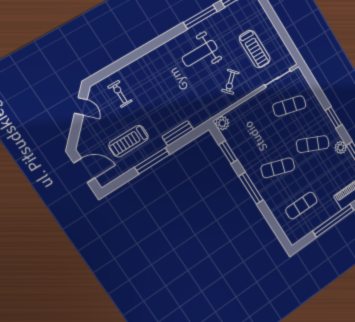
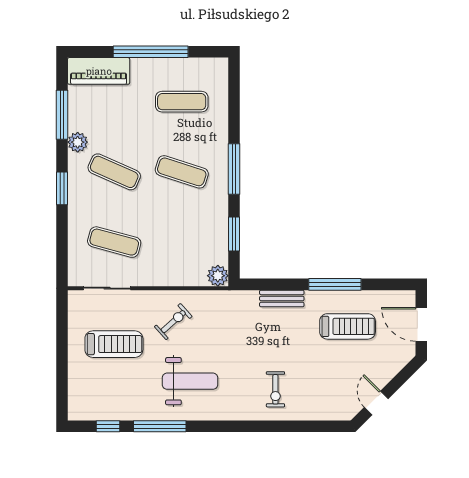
treadmill: (255, 49) -> (114, 344), turned 90
exercise bike: (120, 94) -> (275, 389), moved

